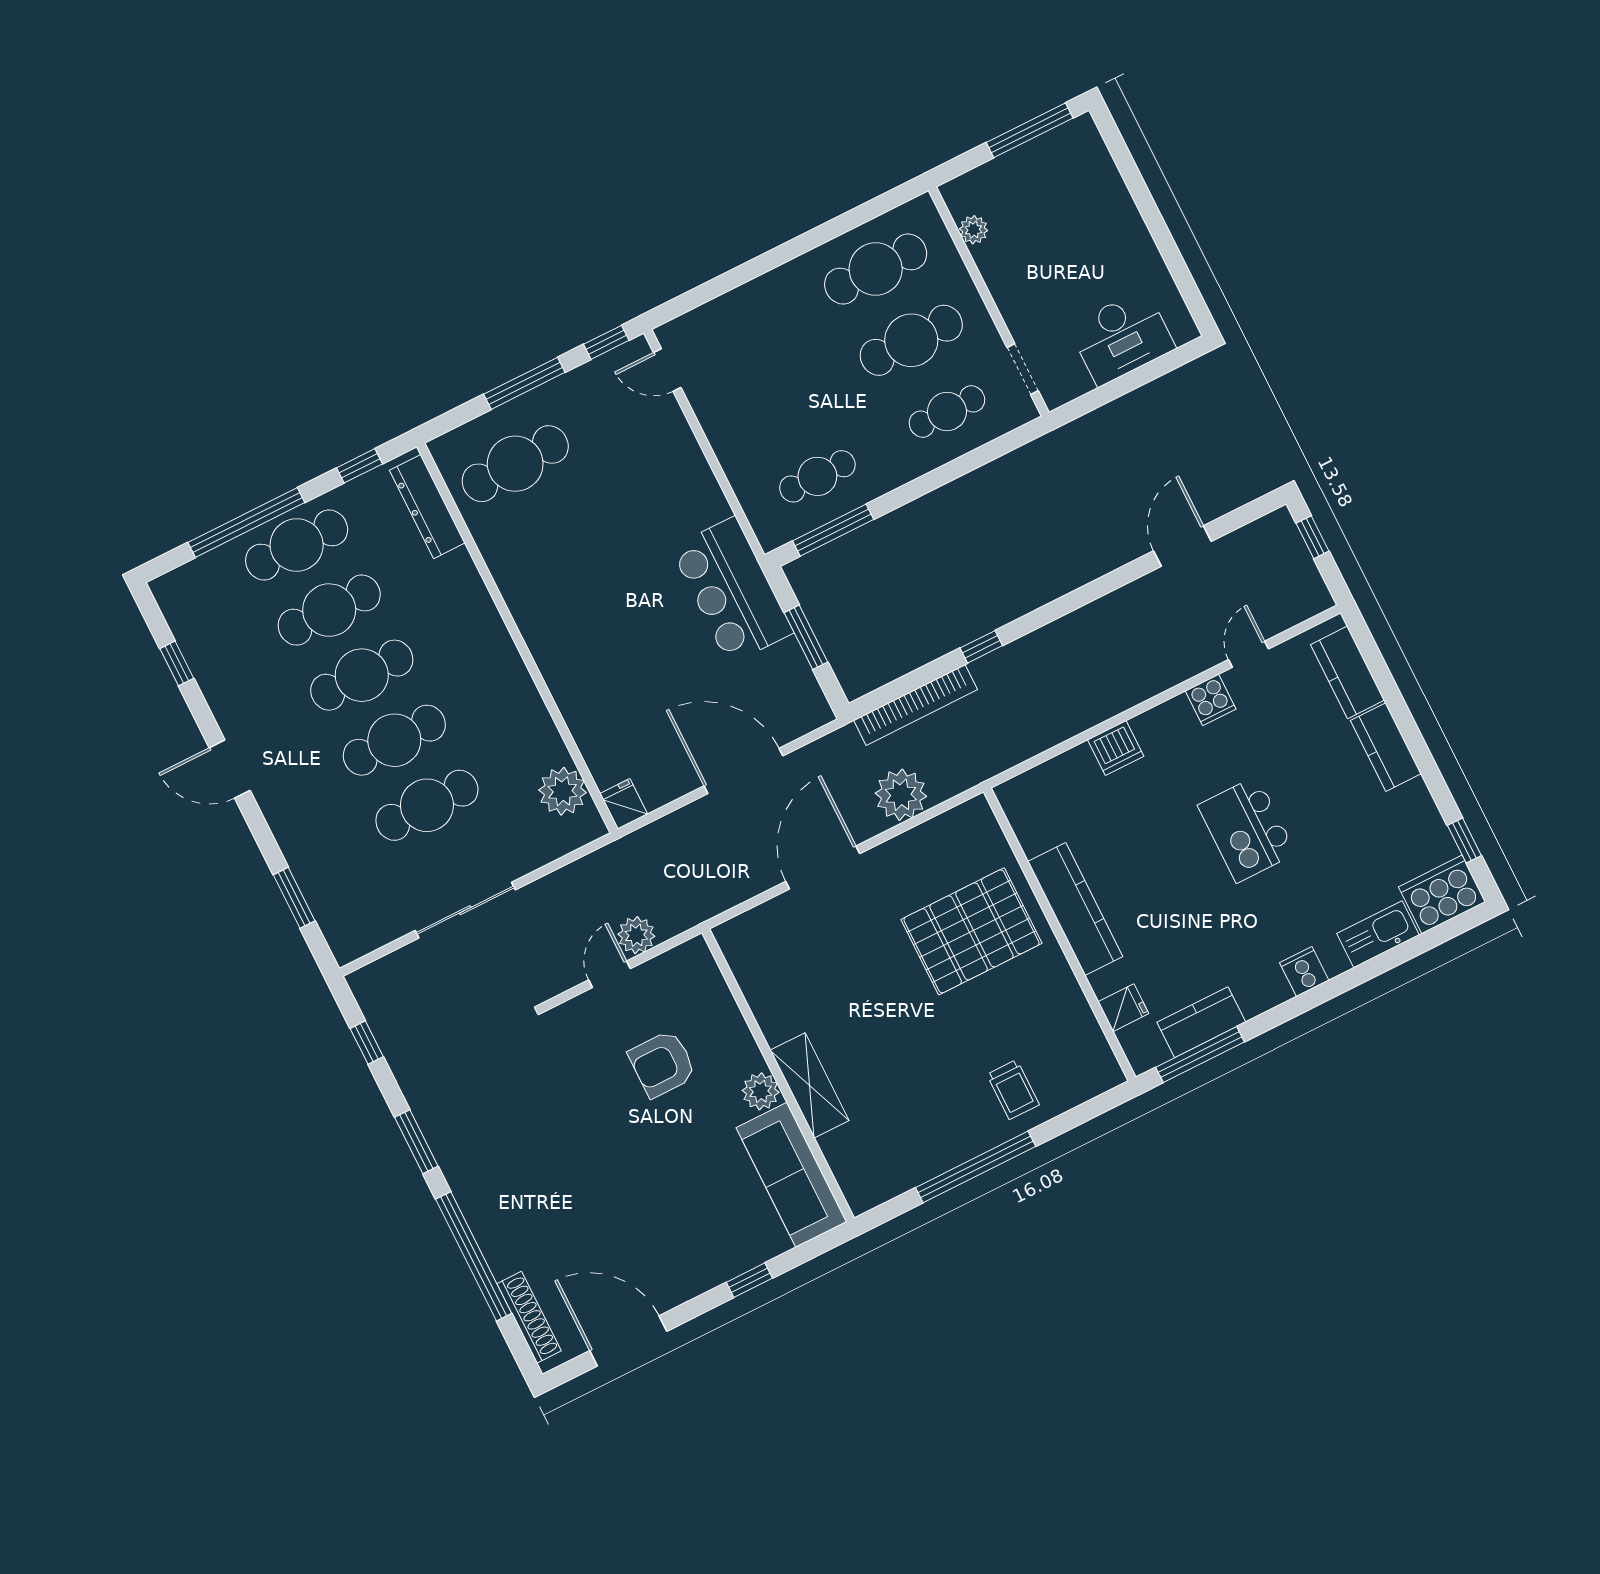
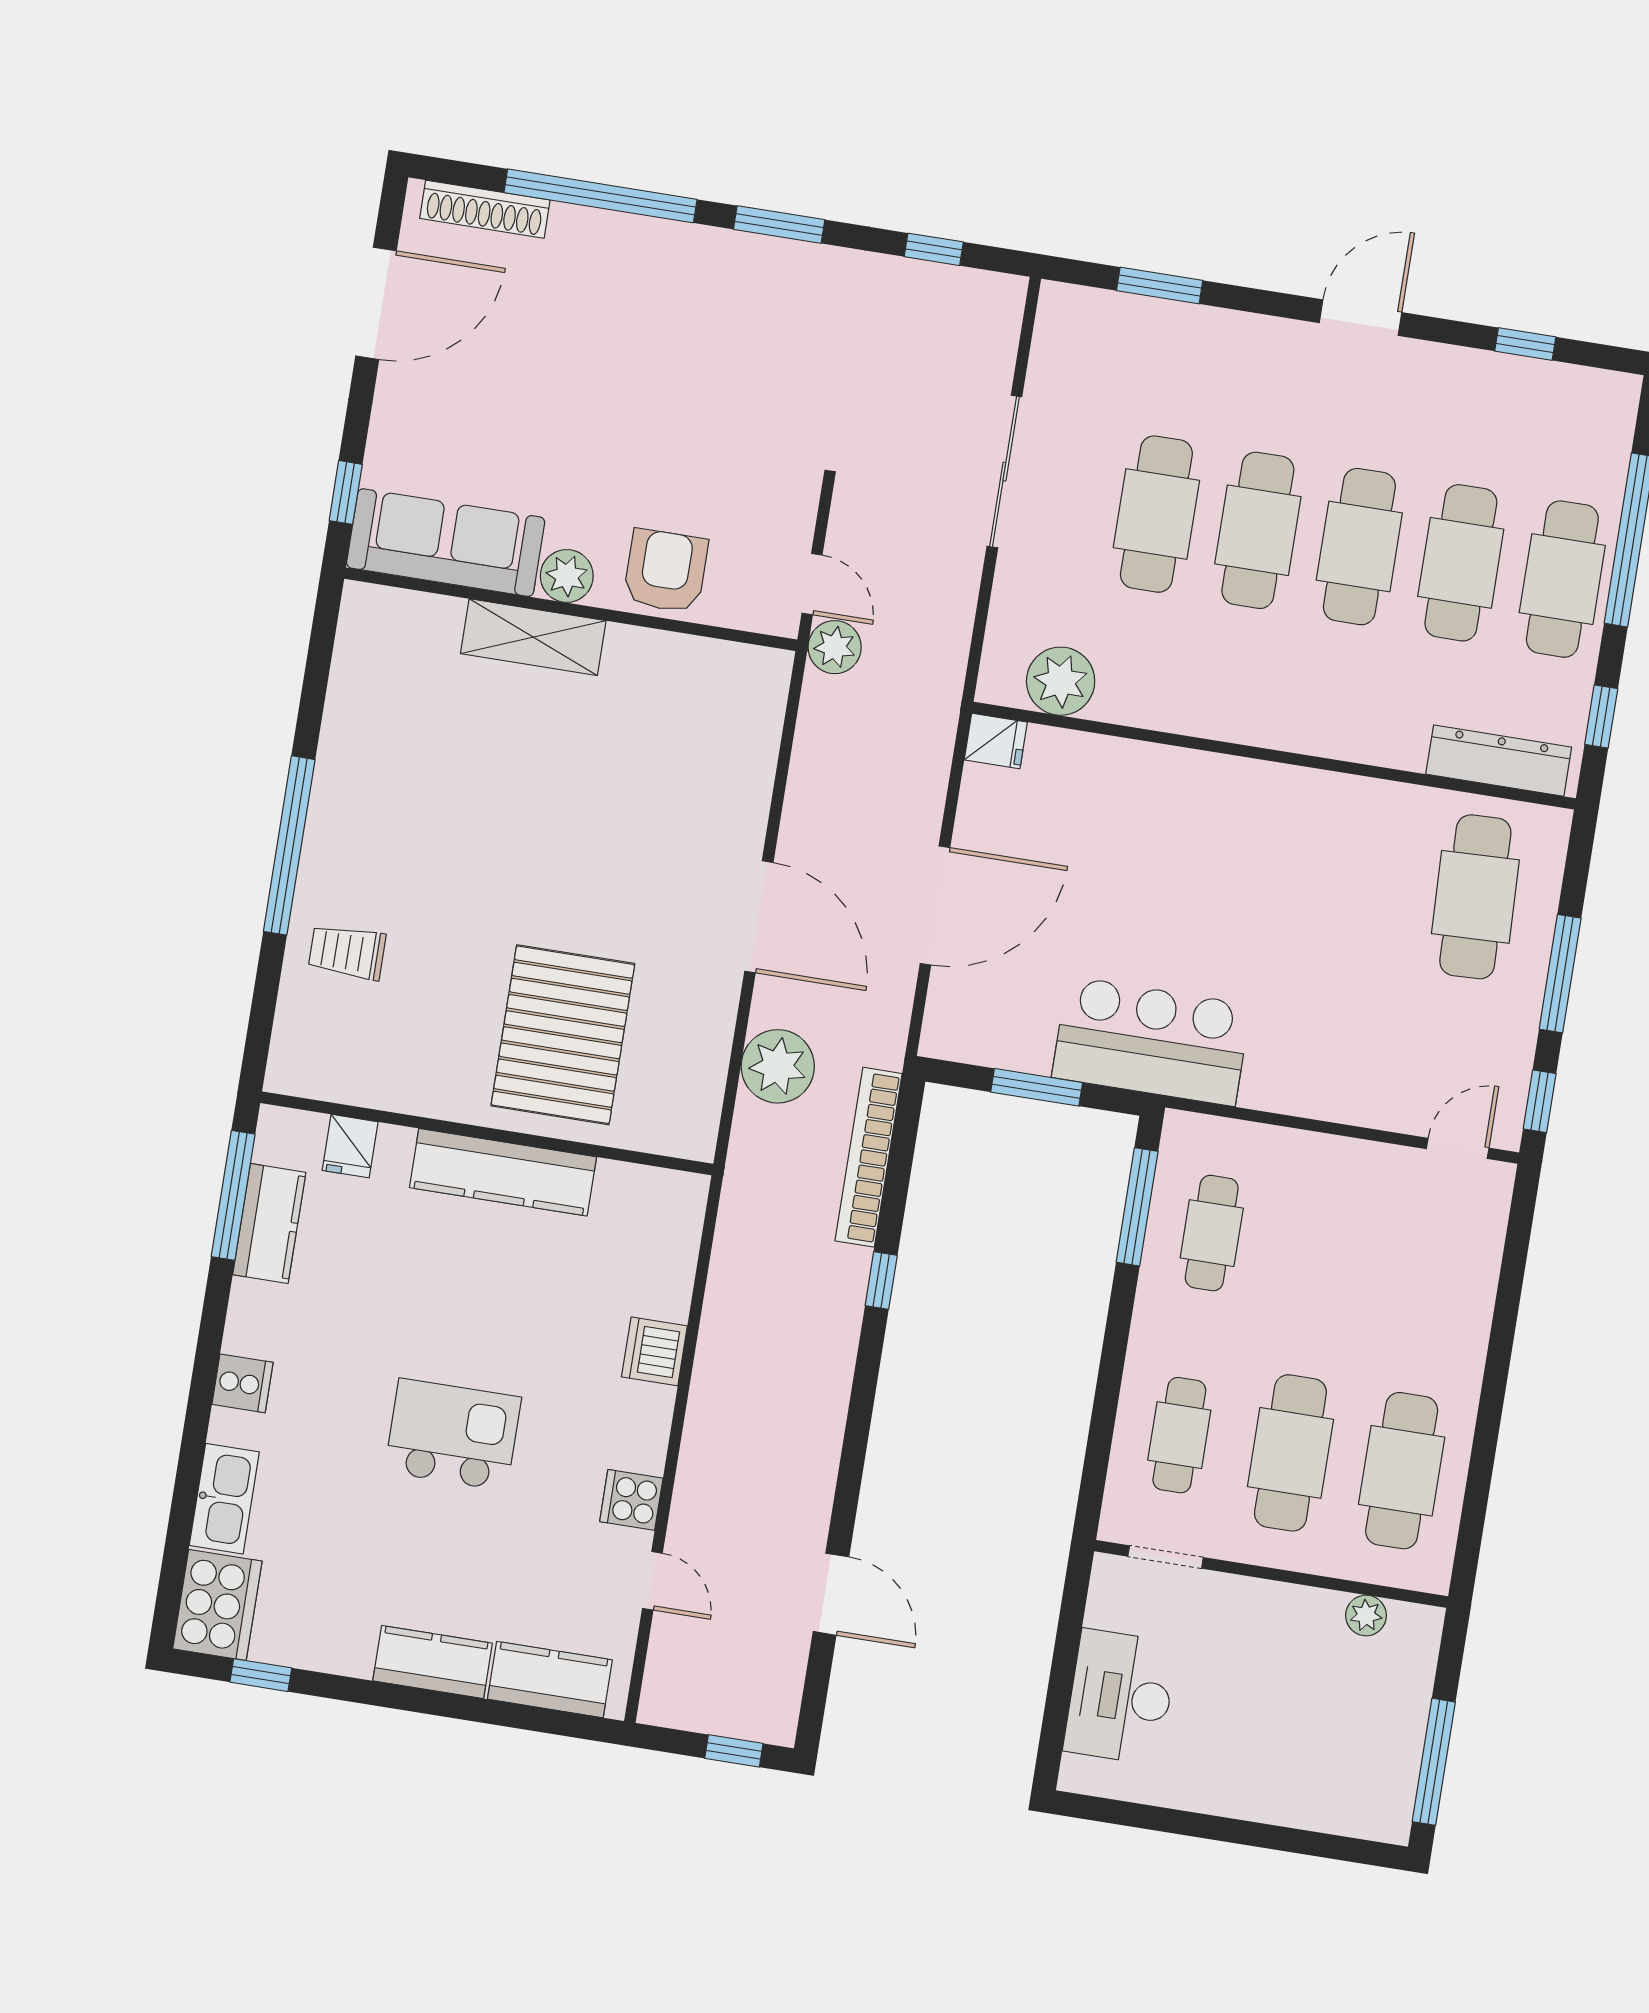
wall: (778, 1075) -> (571, 609), moved
shelving: (810, 1085) -> (533, 637), moved
plant: (761, 1091) -> (567, 576), moved
sofa: (791, 1175) -> (446, 543), moved

